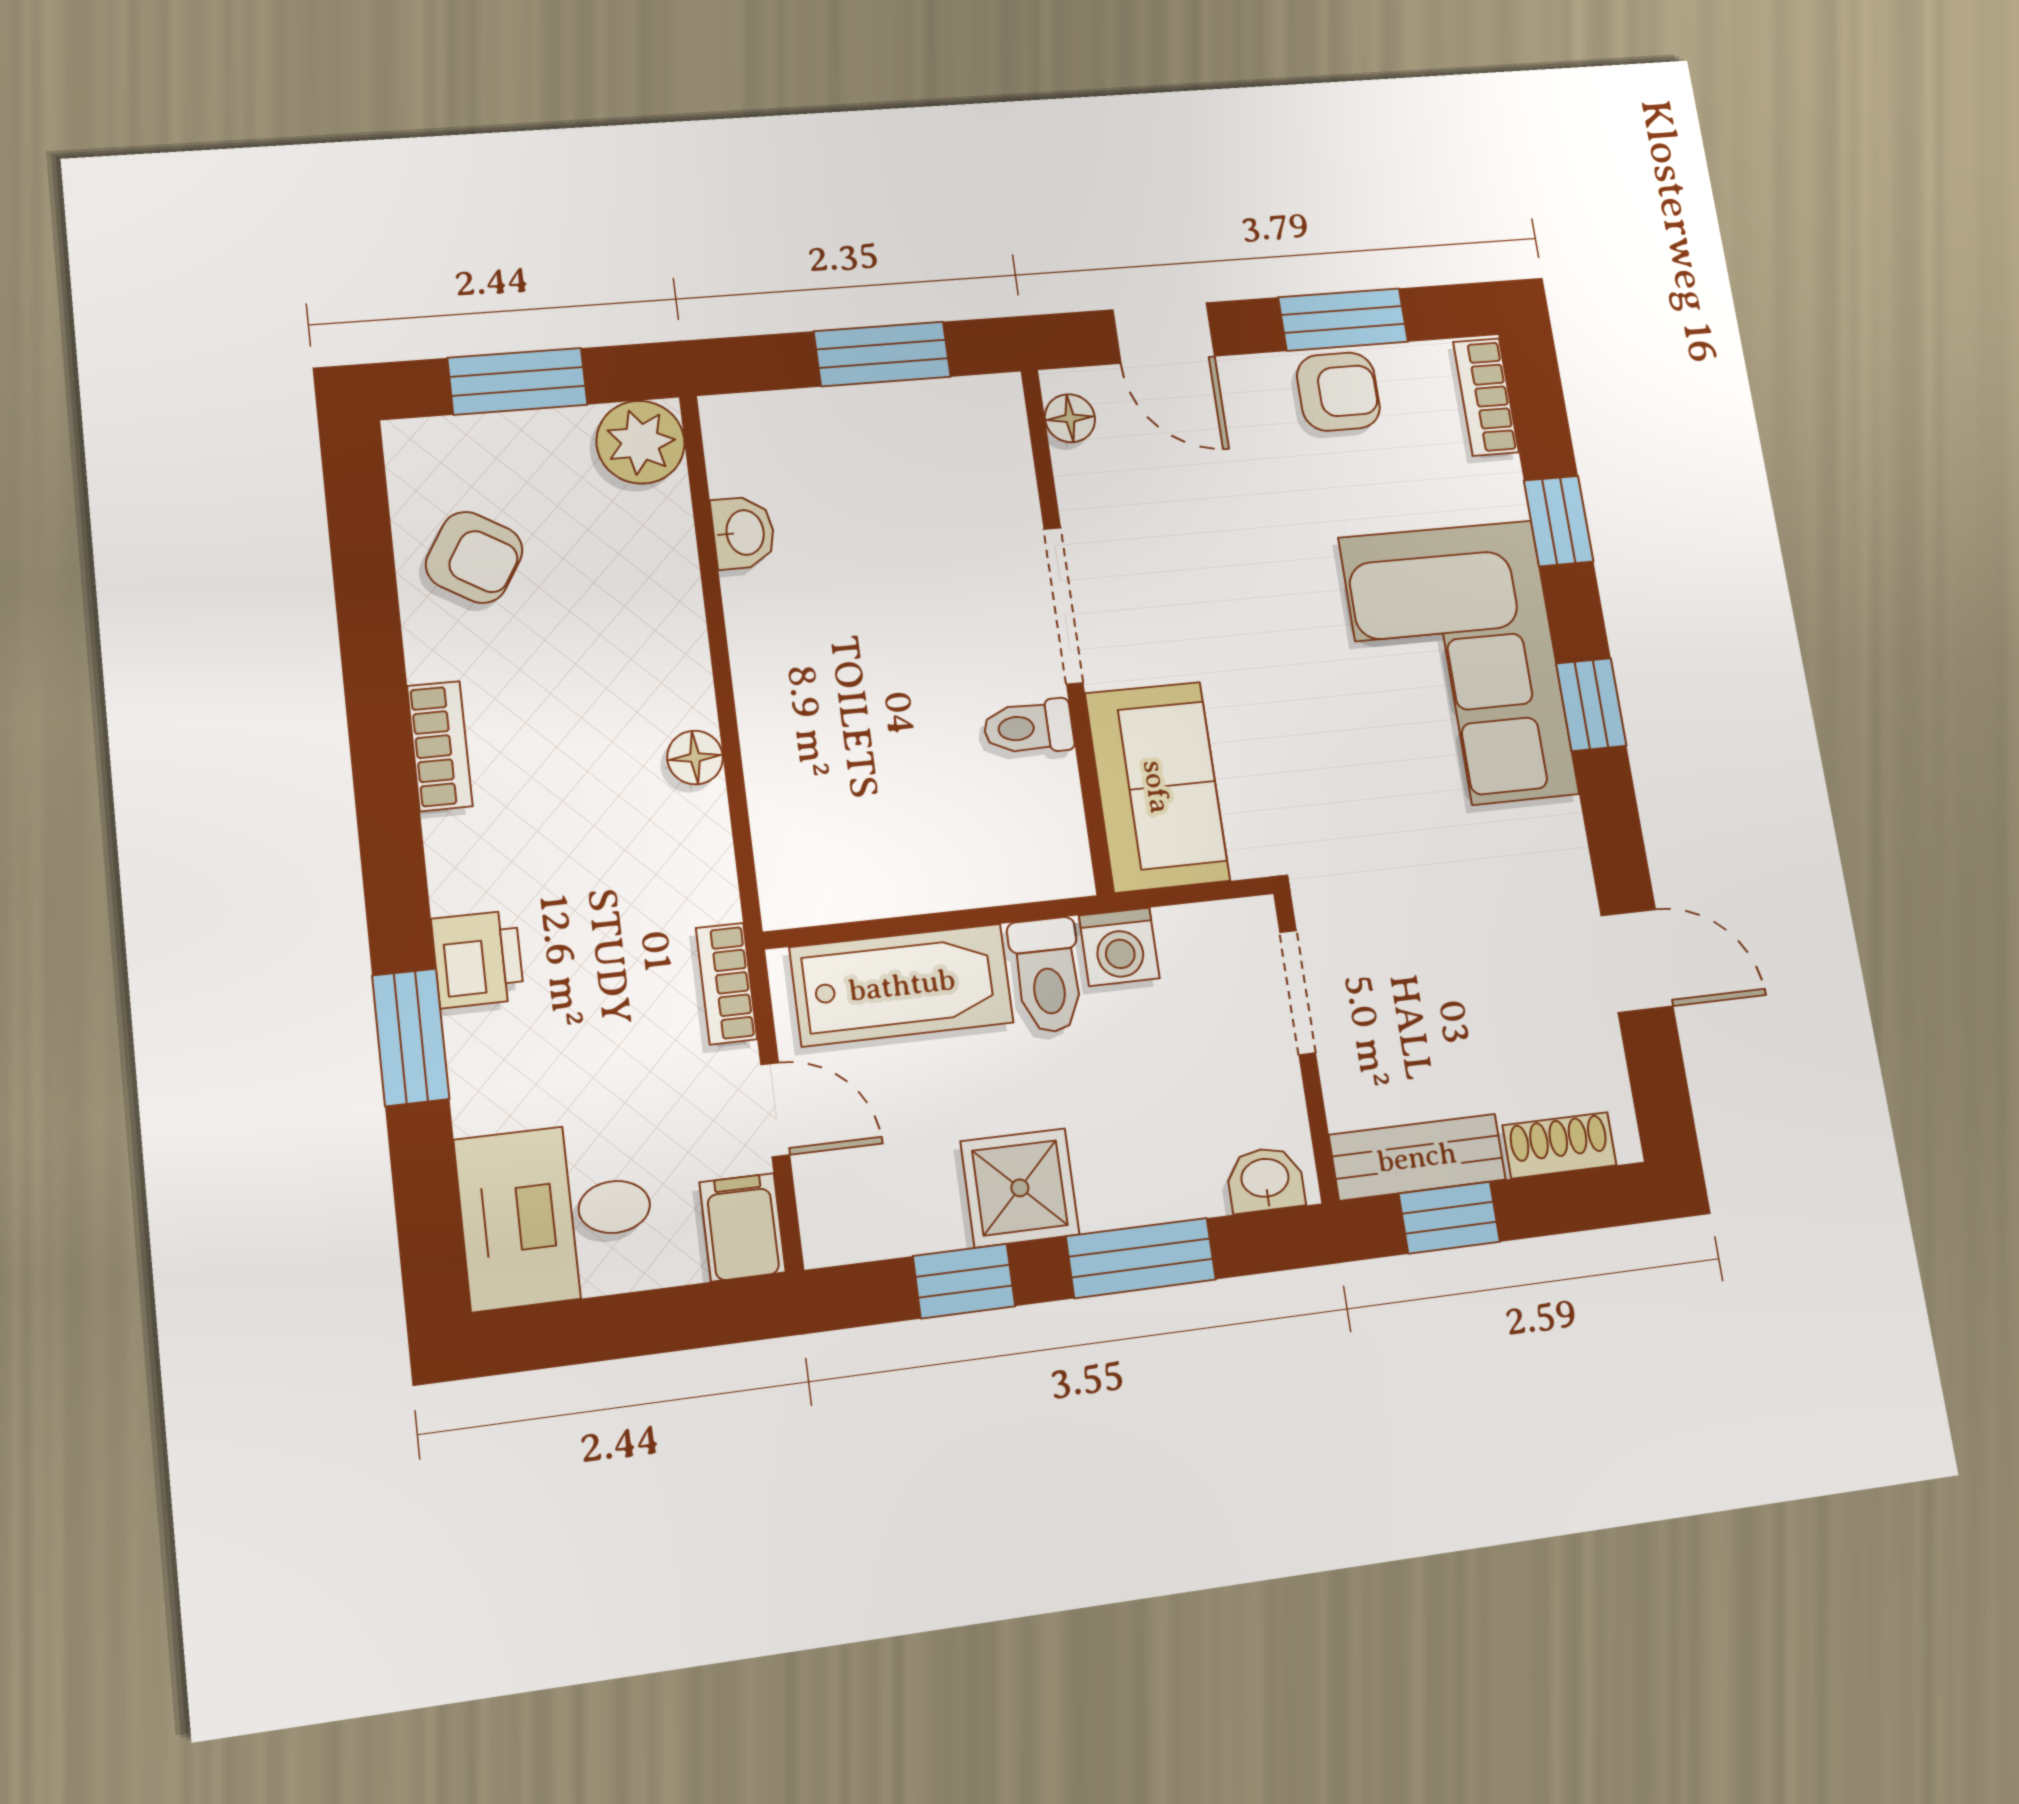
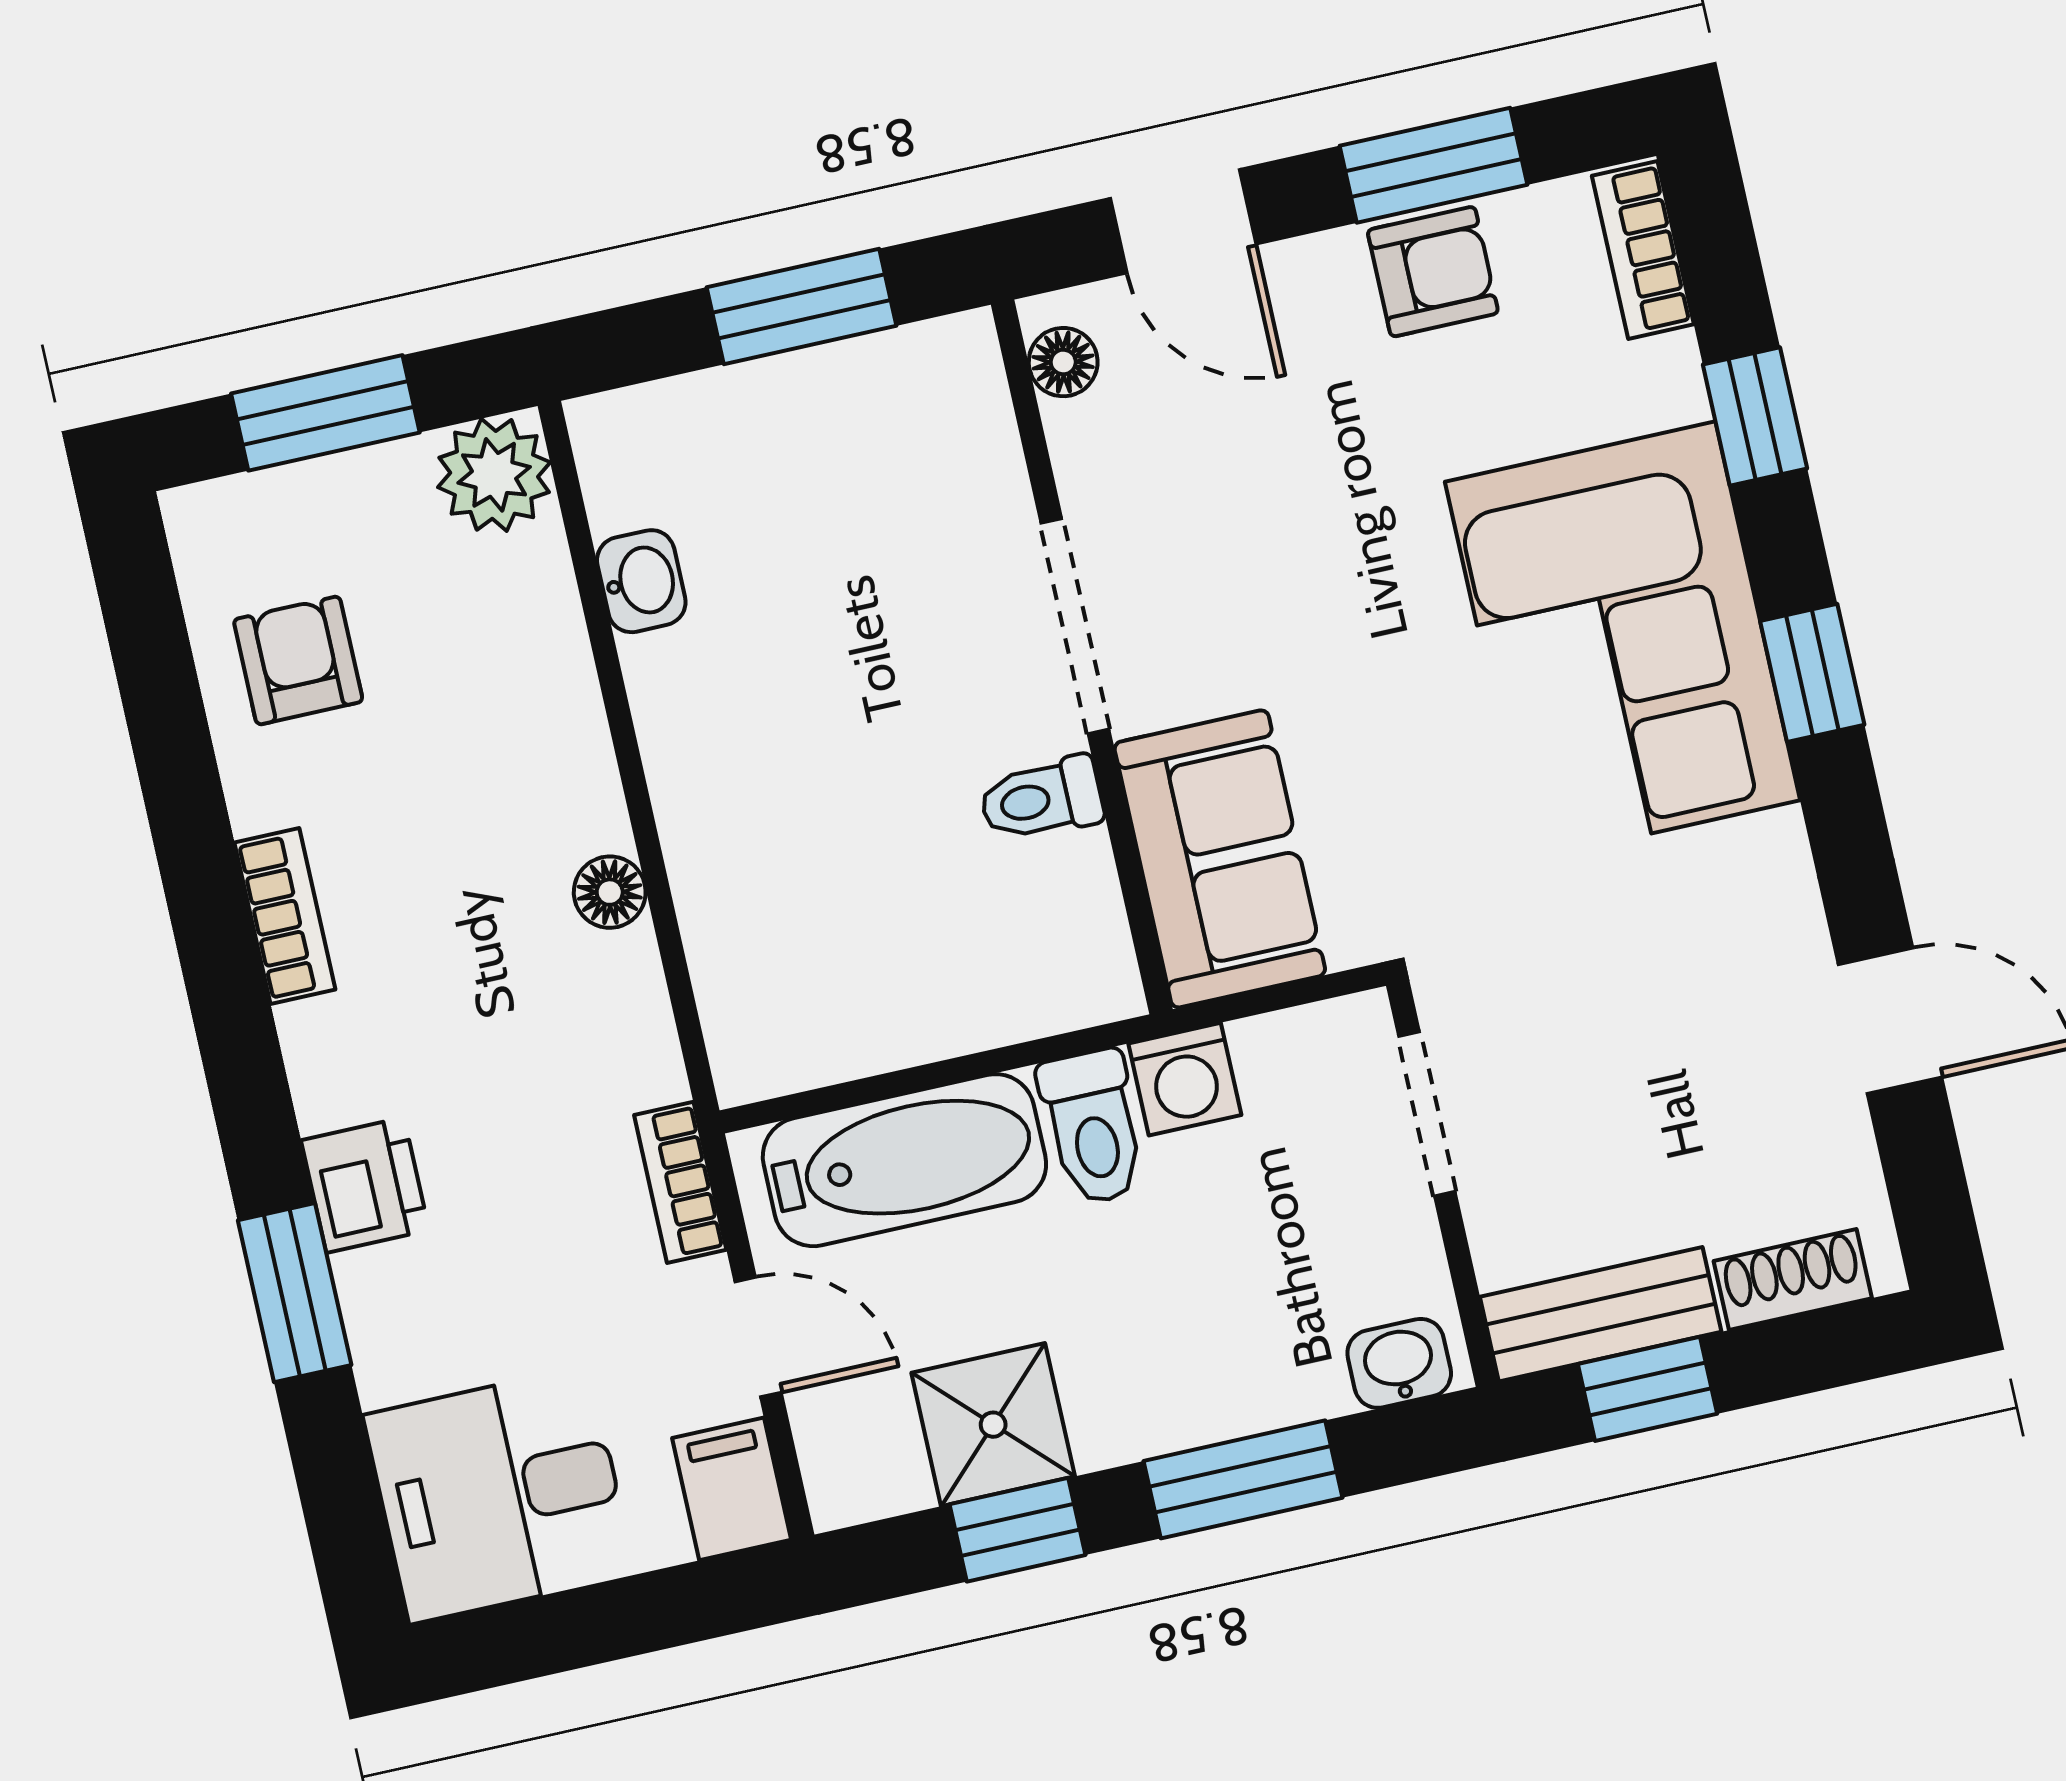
armchair: (474, 557) -> (298, 661), turned -121
shower: (1020, 1188) -> (993, 1425), moved

